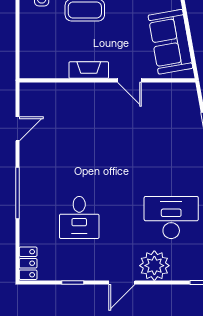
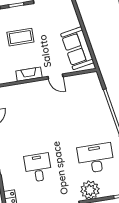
desk: (79, 217) -> (38, 168), turned 180

